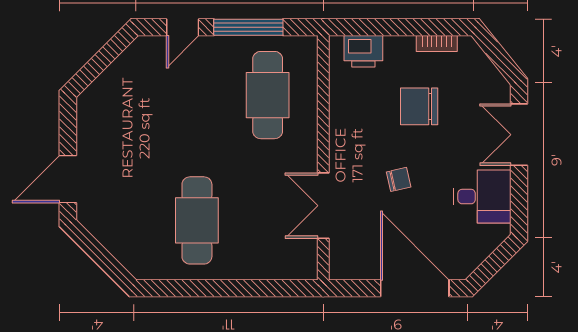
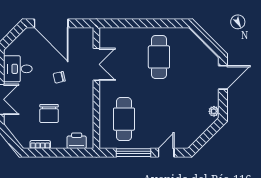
chair: (419, 106) -> (49, 113), turned 90
plant: (86, 111) -> (214, 111), added

